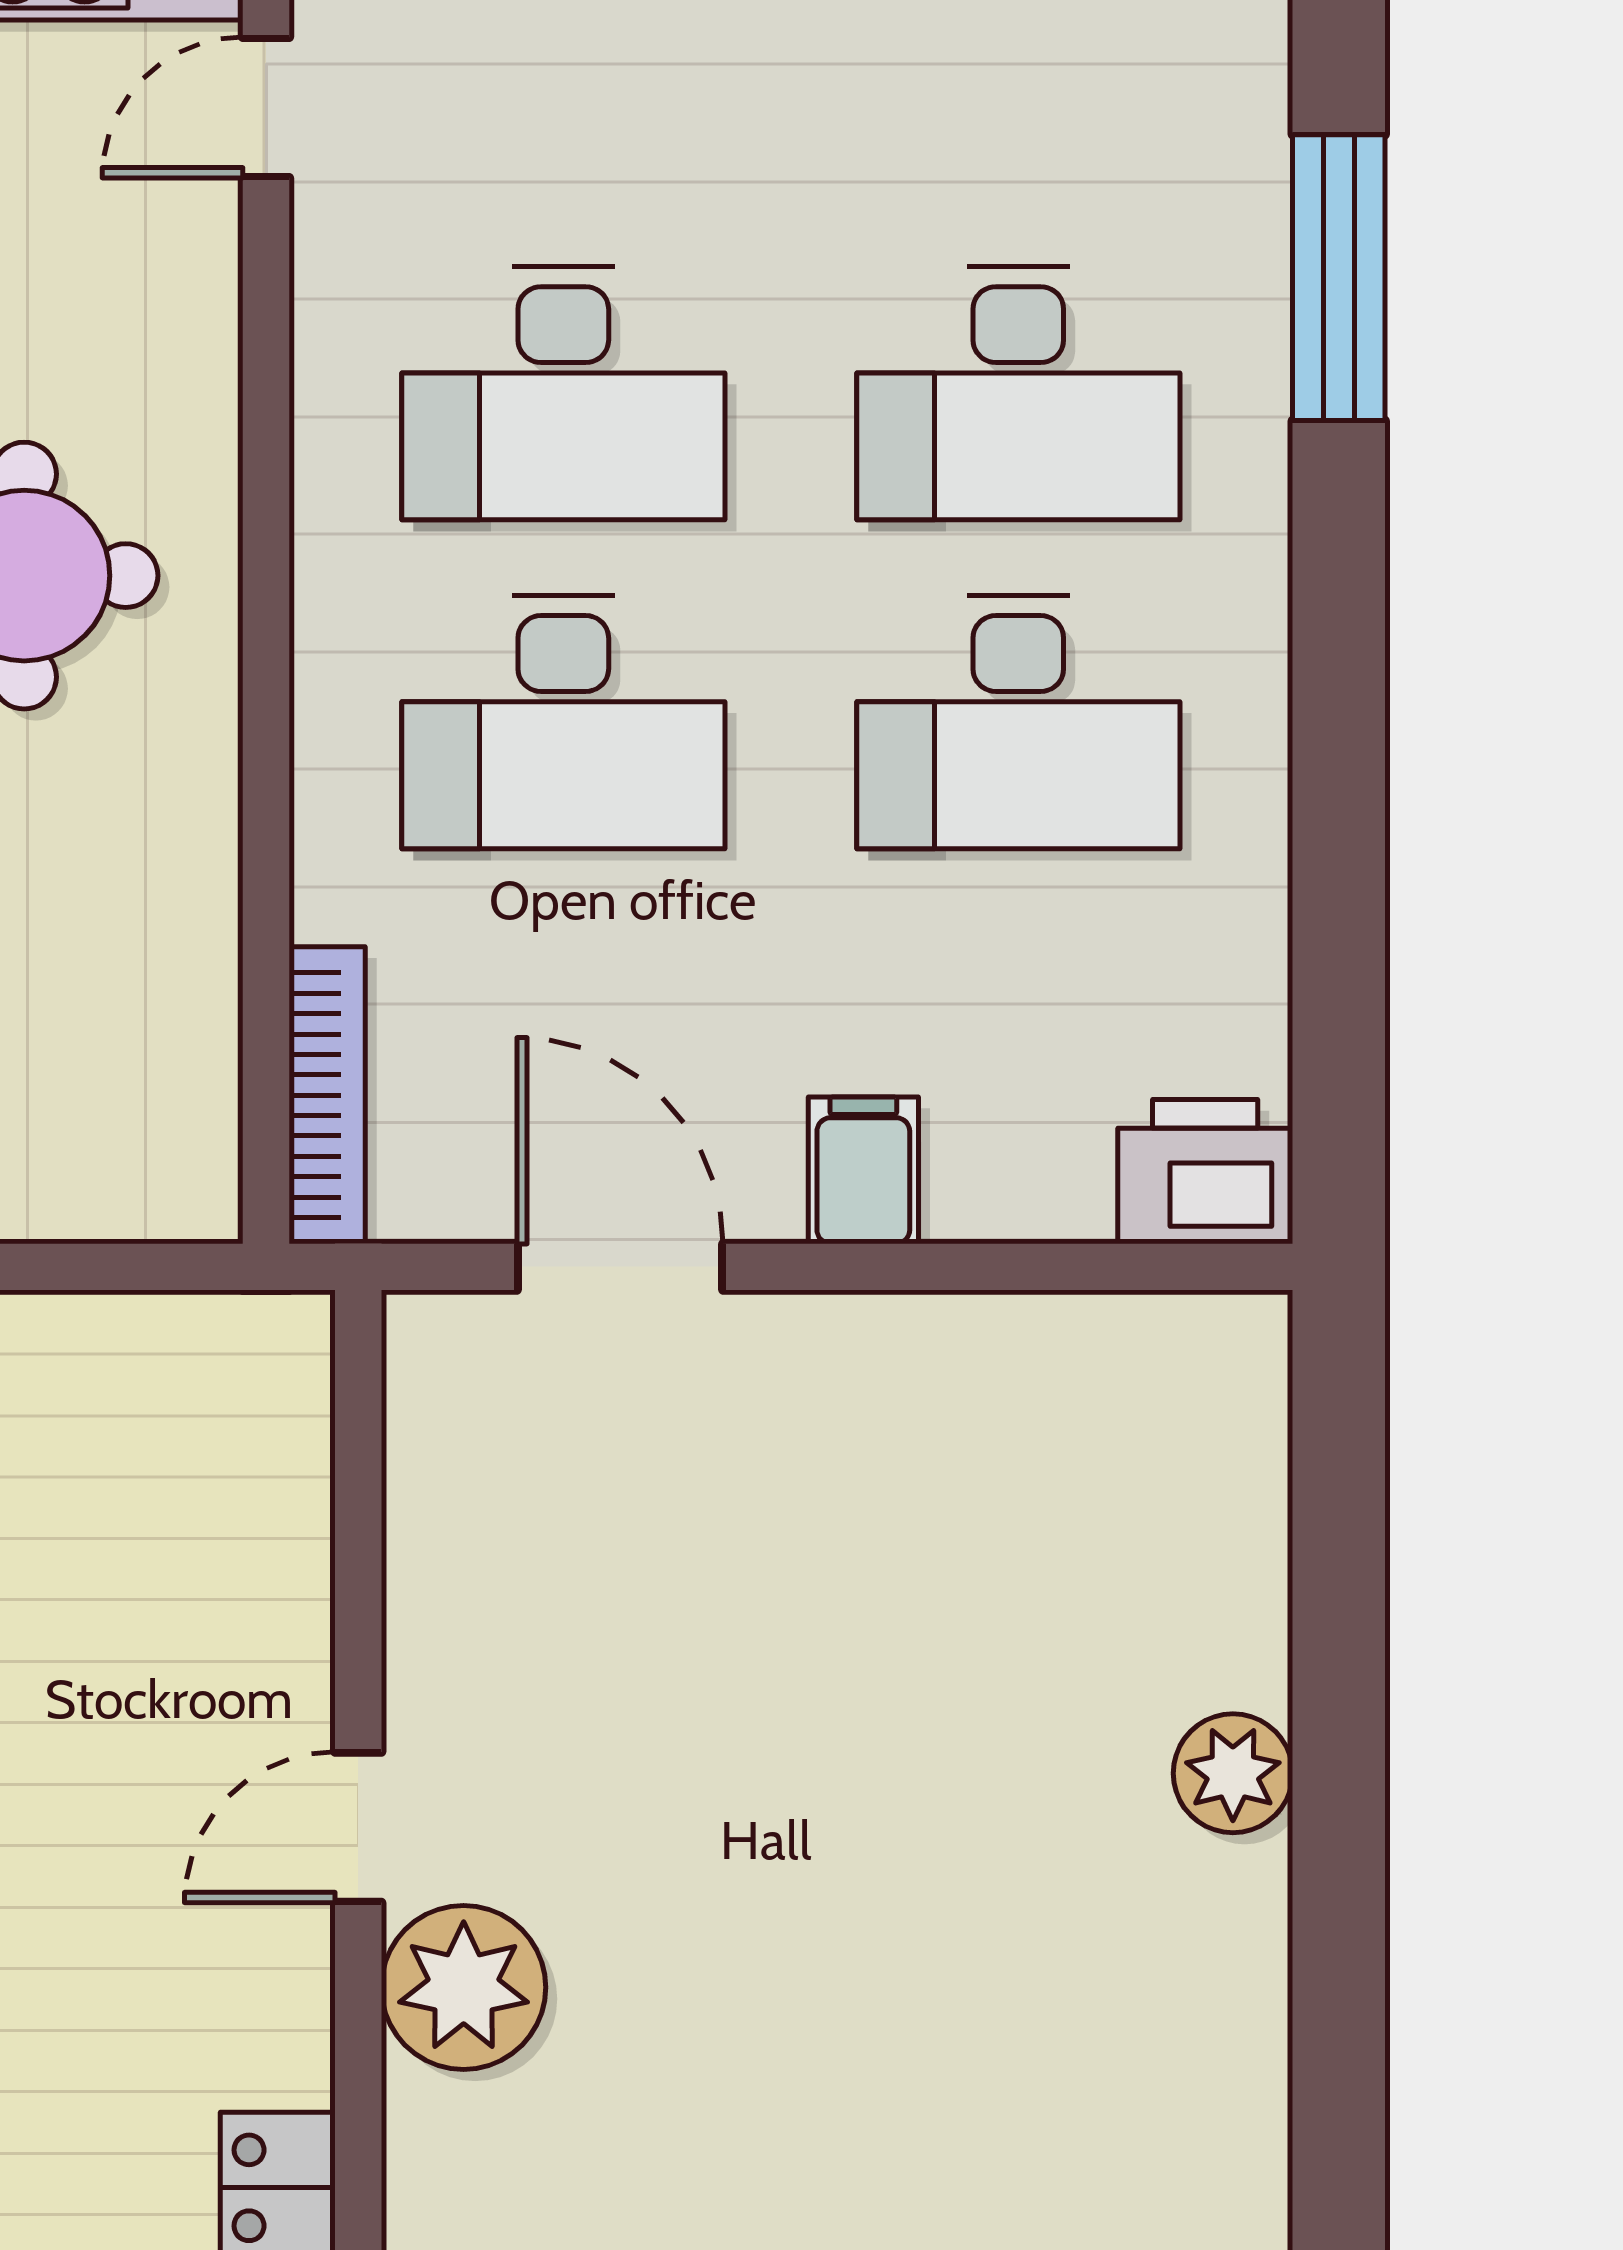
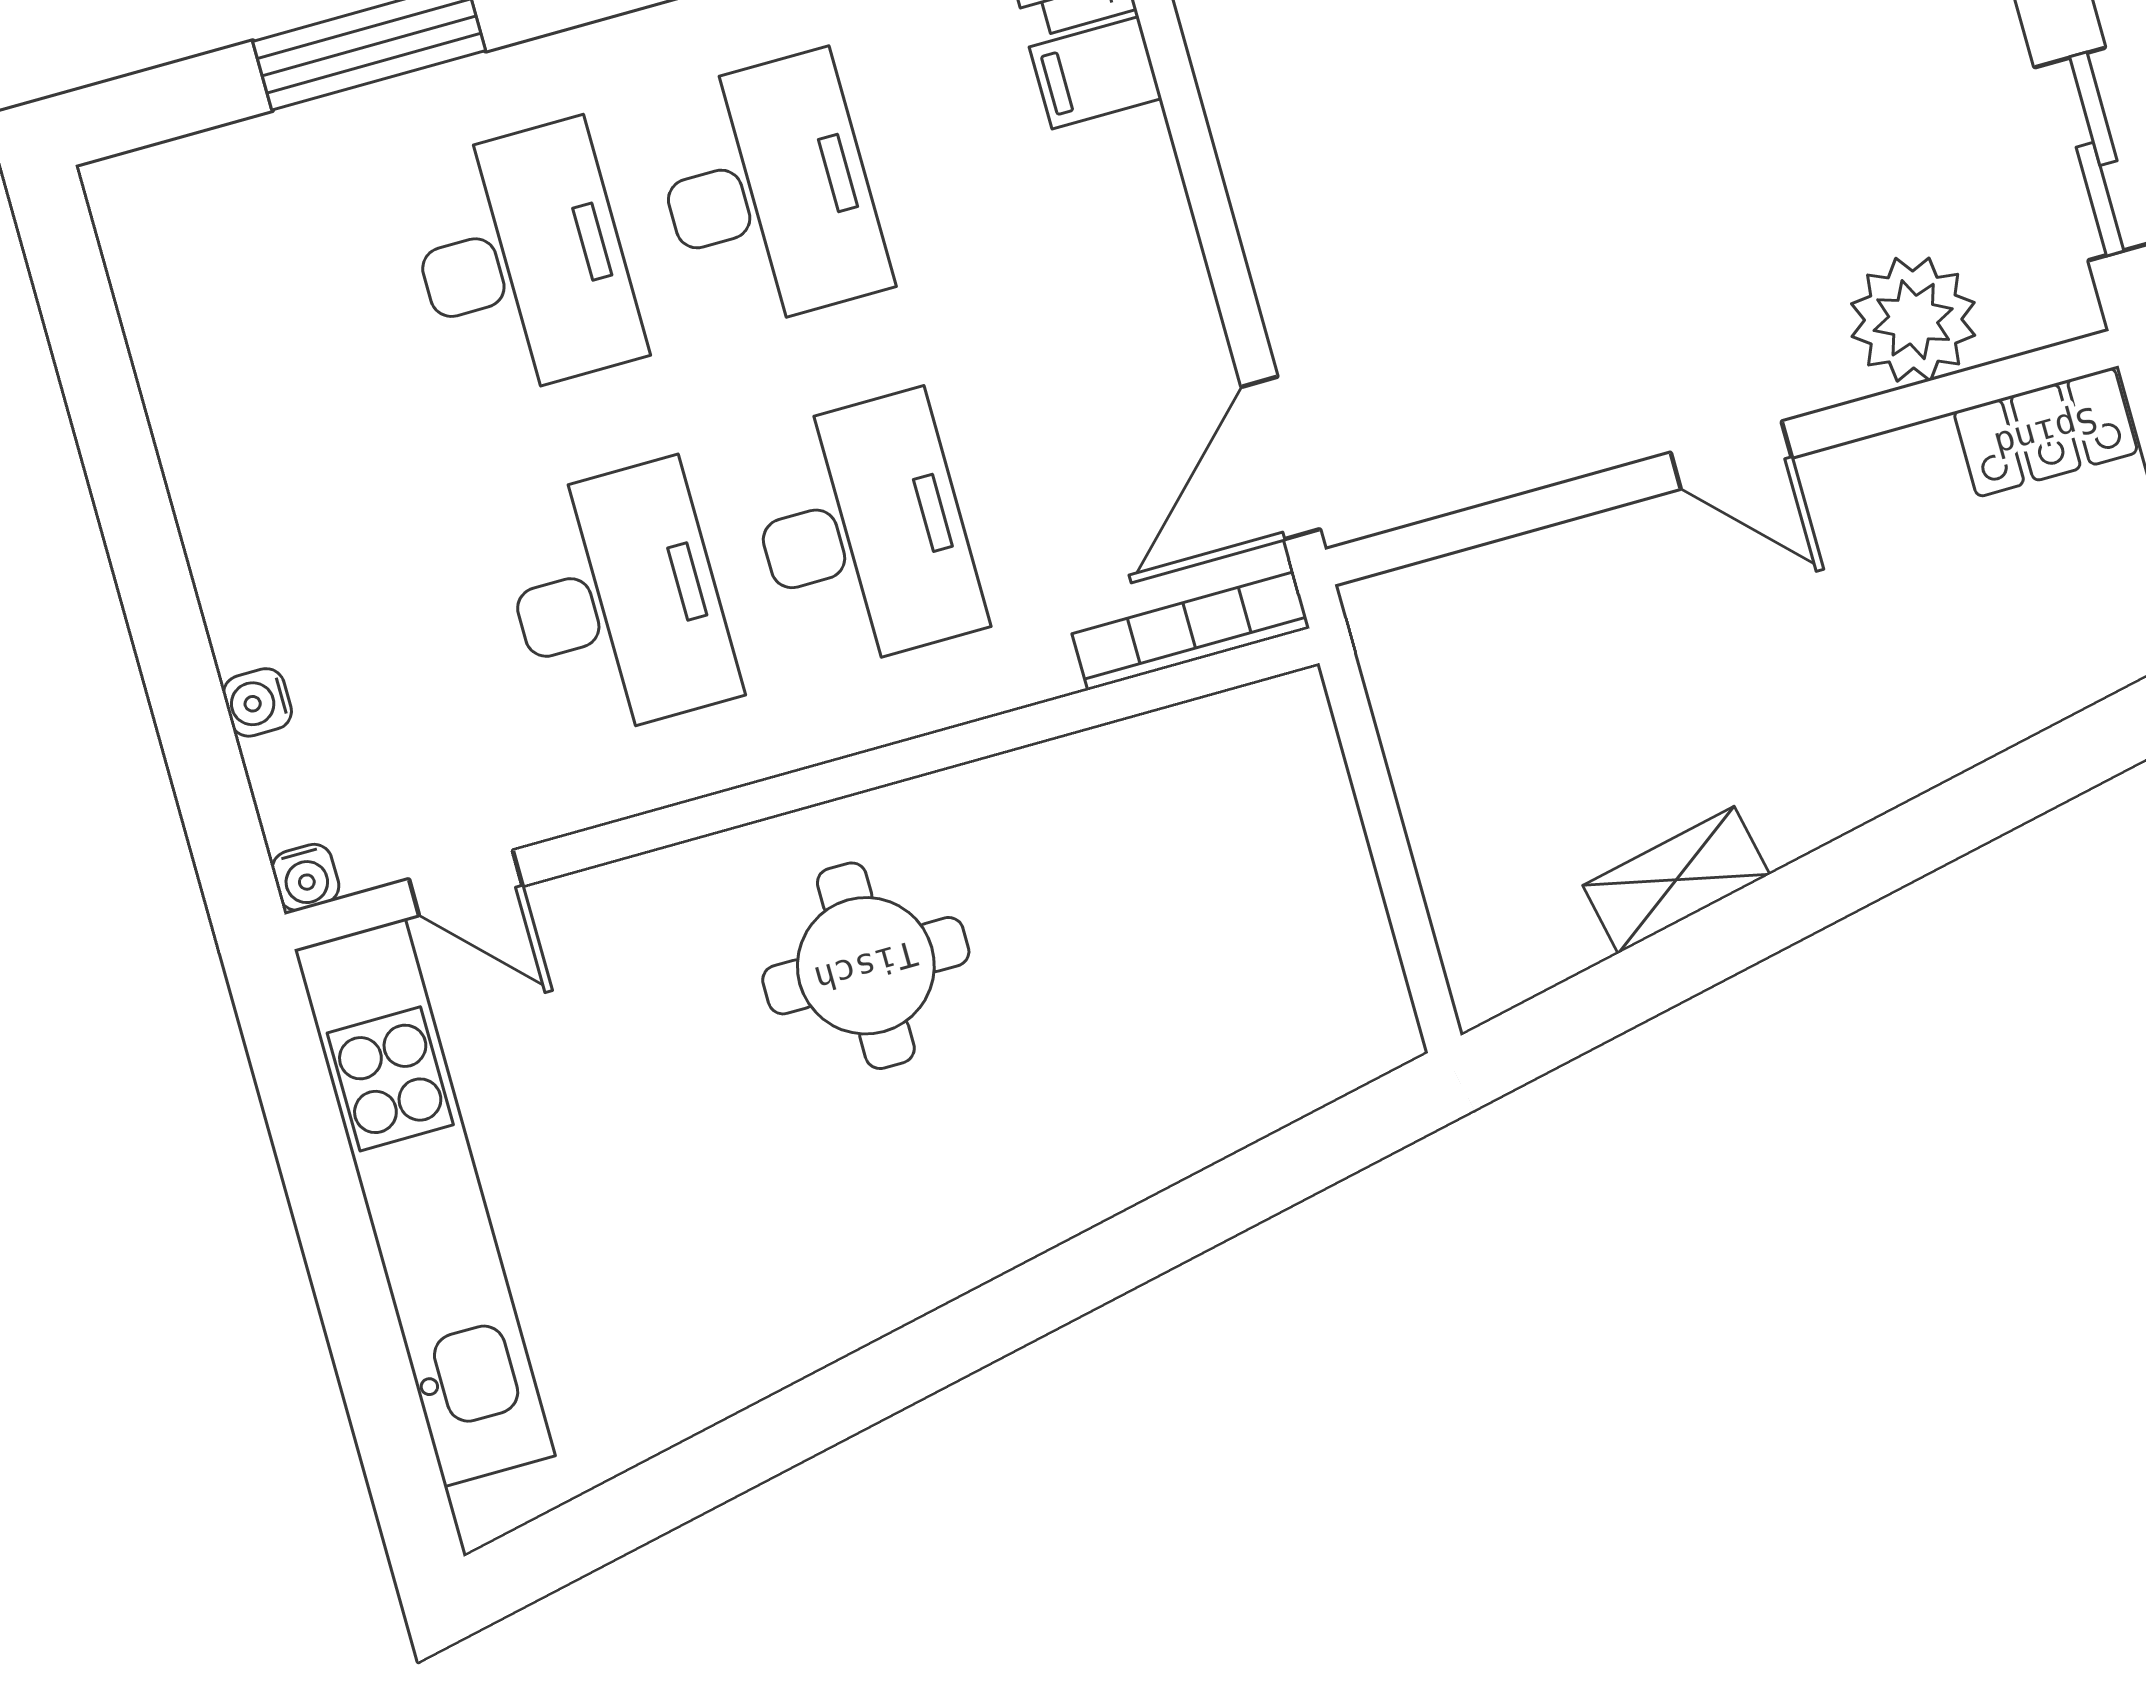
filing cabinet: (863, 1170) -> (1095, 73), moved
door: (620, 1267) -> (1281, 458), moved
plant: (464, 1987) -> (1913, 320), moved

